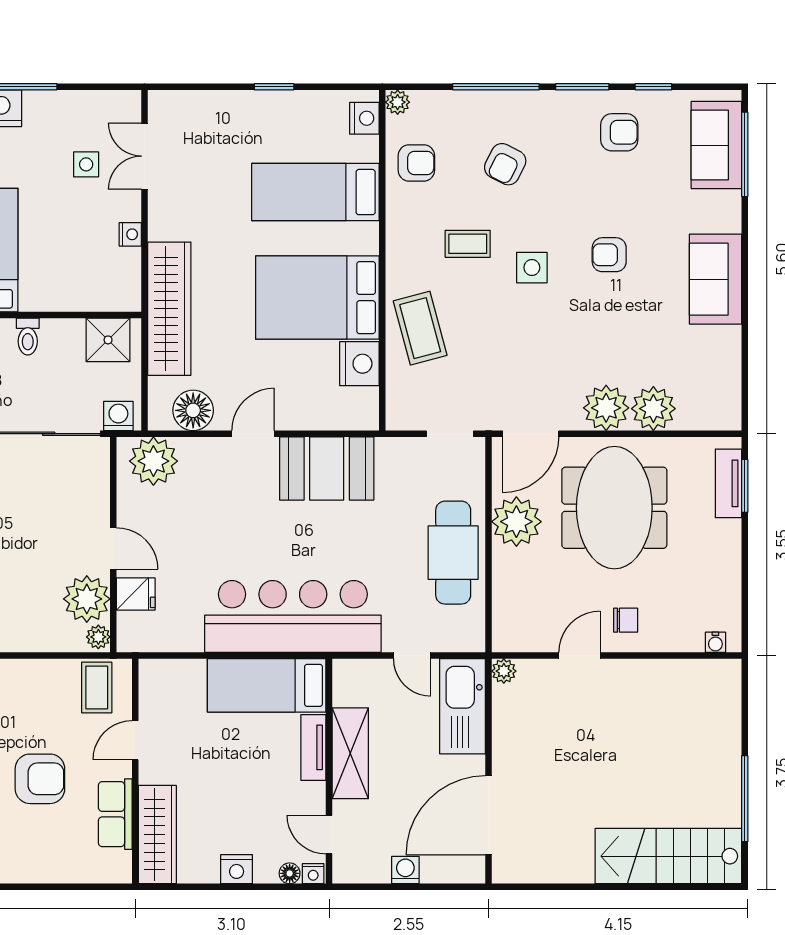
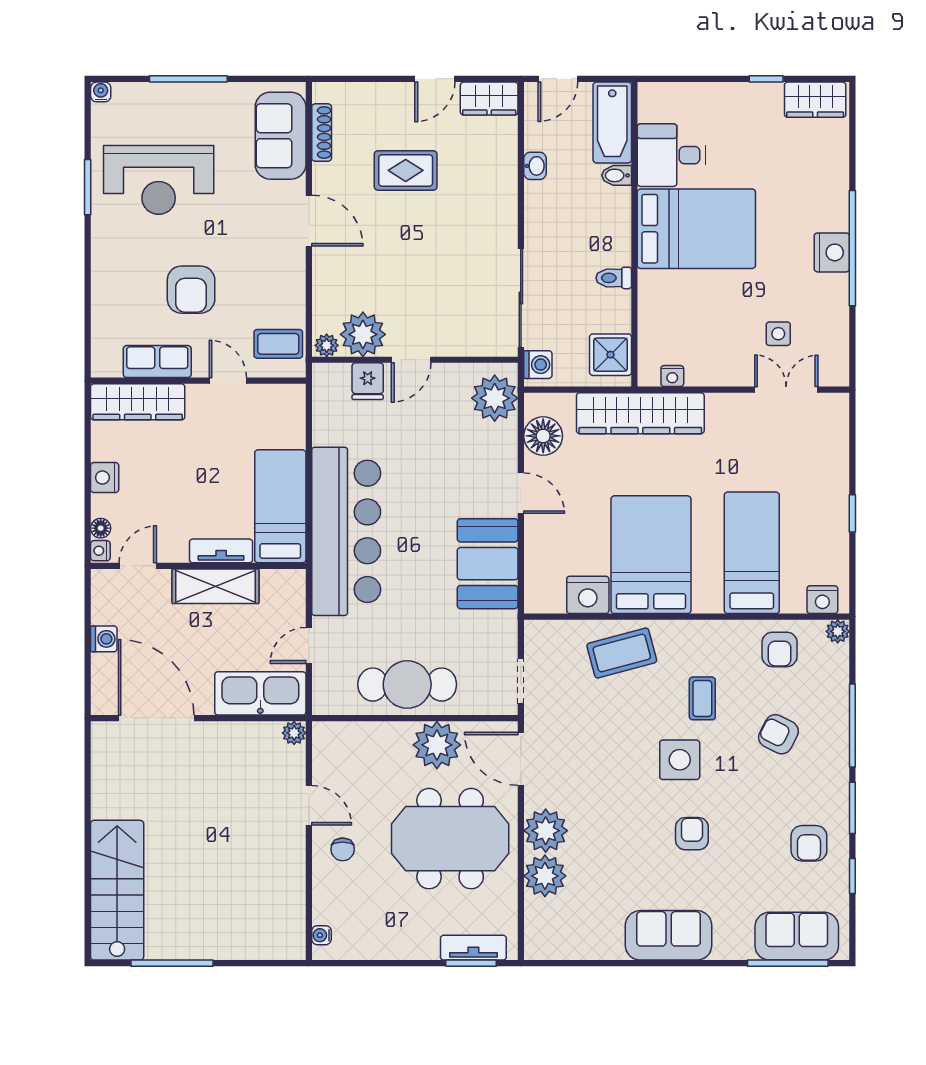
nightstand: (130, 234) -> (672, 376), moved
side table: (532, 268) -> (680, 760), width x1.37, depth x1.37

